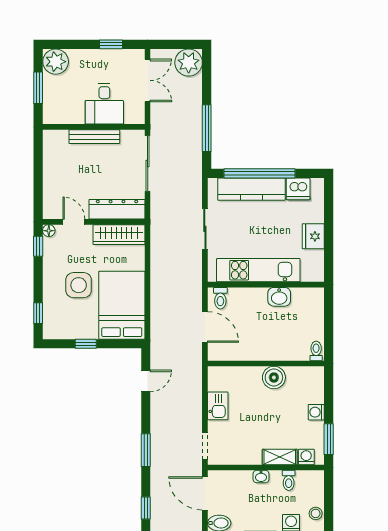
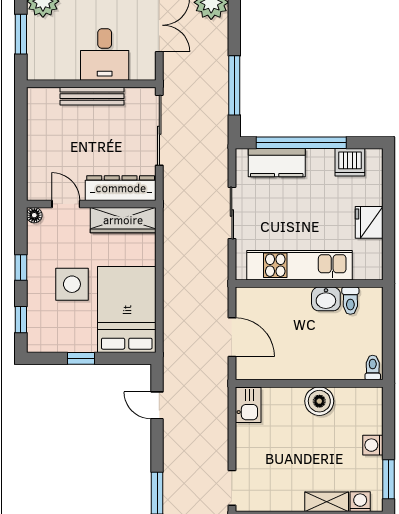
kitchen counter: (251, 189) -> (277, 163), width x0.67
window: (38, 246) -> (21, 267), moved
toilet: (220, 298) -> (350, 301), moved
door: (146, 381) -> (157, 405), swing flipped
kitchen sink: (218, 406) -> (248, 405), moved

